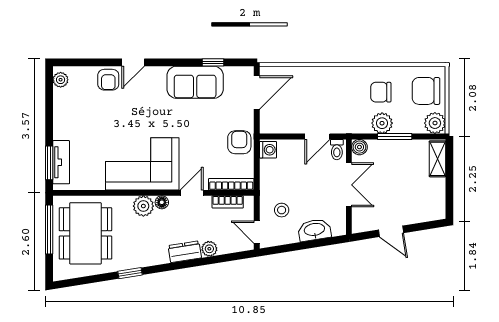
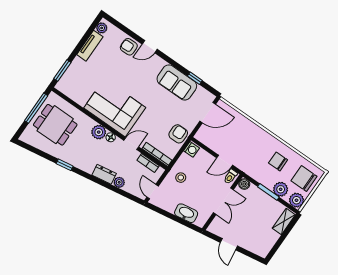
armchair: (108, 80) -> (129, 47), turned 89
plant: (382, 123) -> (281, 189), moved
tv unit: (61, 162) -> (90, 46), moved
stool: (282, 210) -> (181, 178), moved
dining table: (85, 233) -> (55, 125), width x0.73

